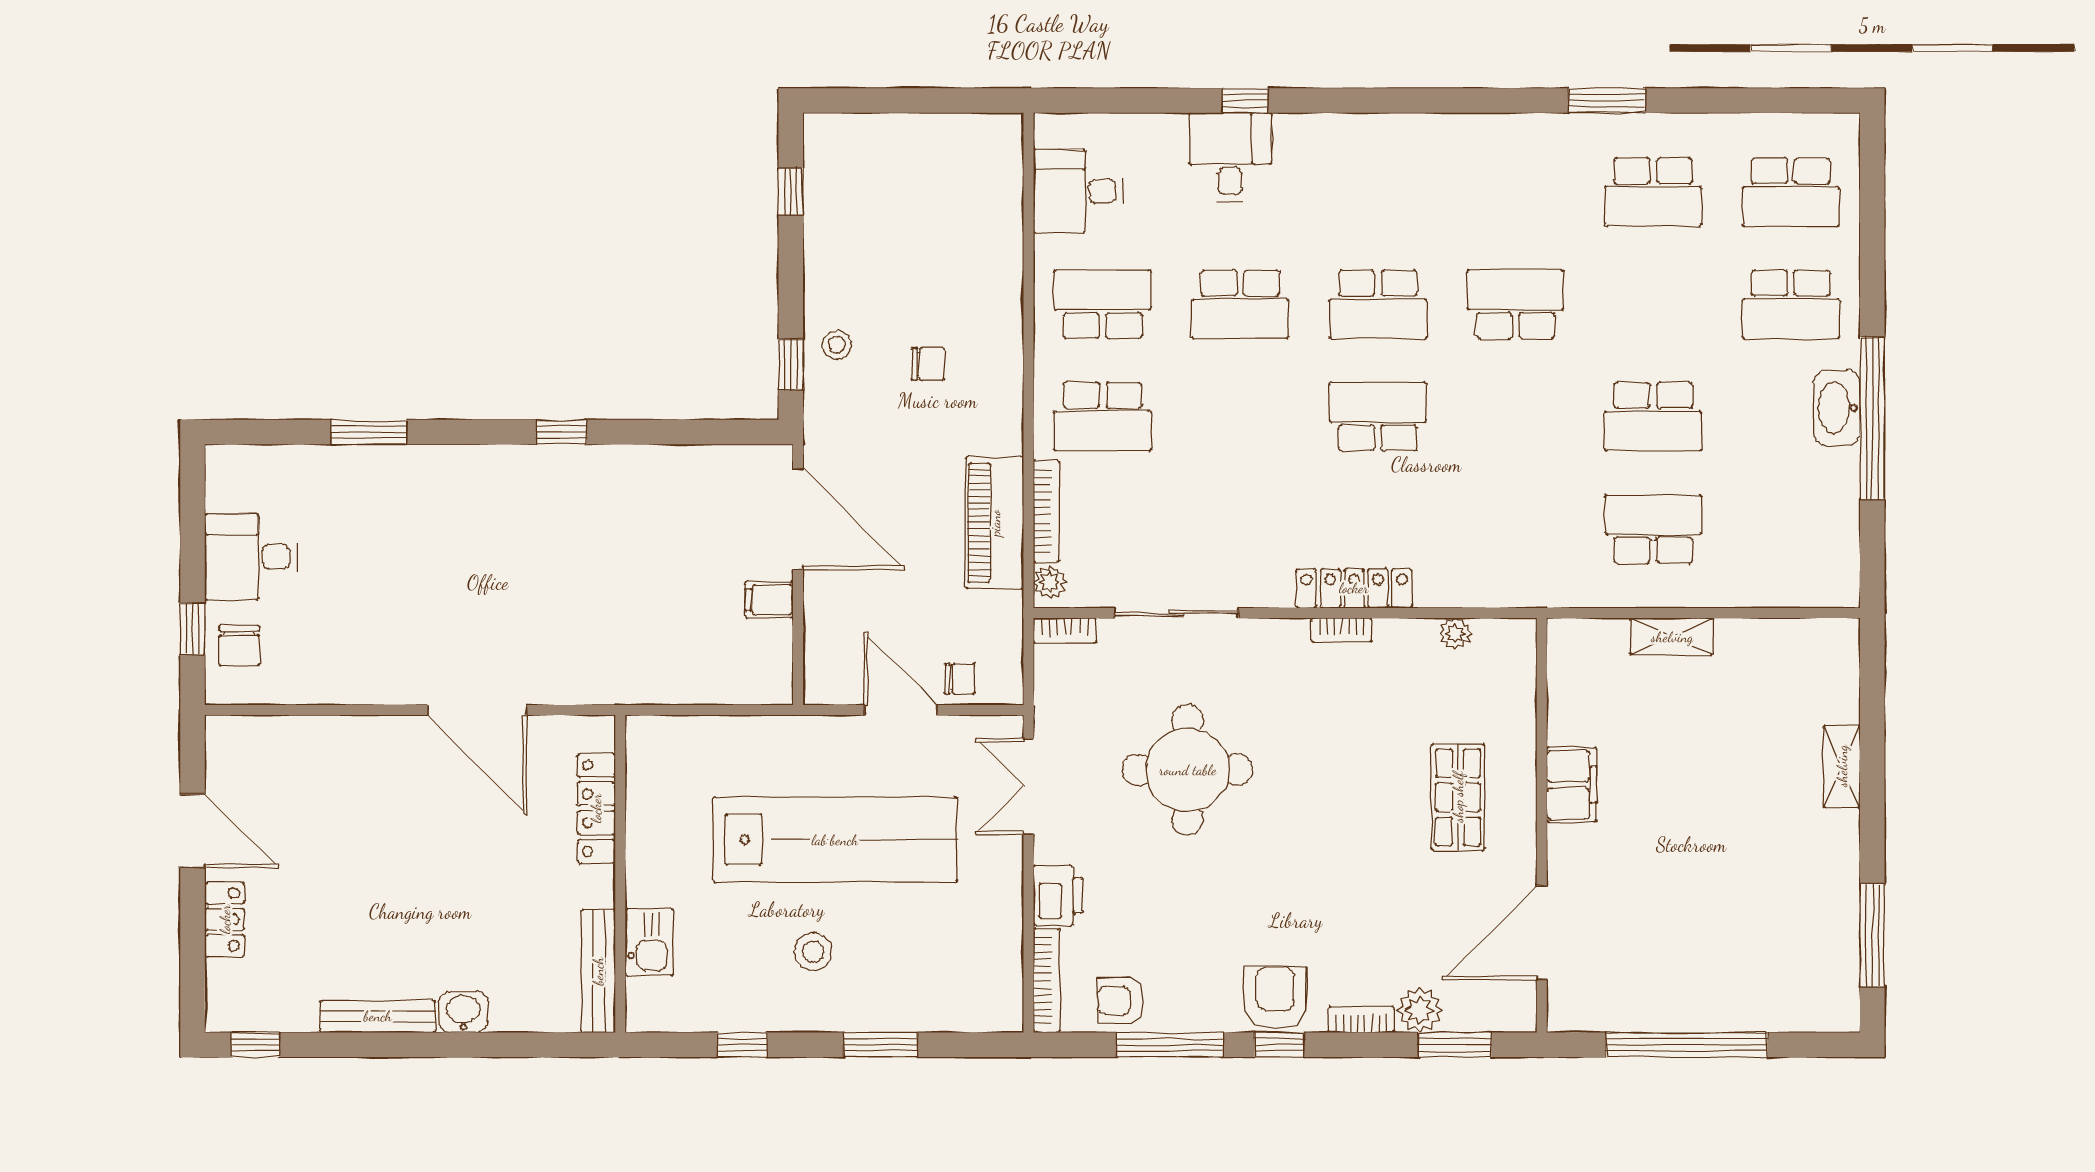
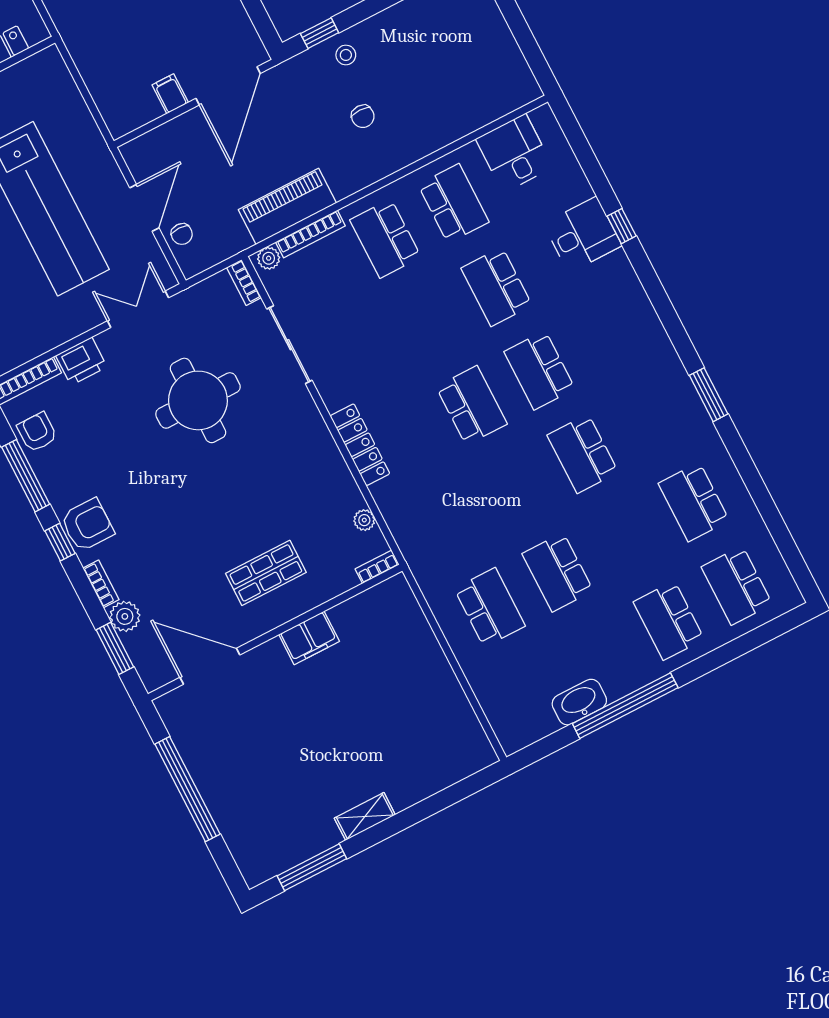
window: (1607, 101) -> (709, 395), moved
school desk: (1516, 304) -> (583, 454), turned 180
washbasin: (1837, 408) -> (579, 702), moved
bookcase: (1341, 630) -> (377, 567), moved, turned 90
shelving: (1672, 637) -> (430, 652), removed
shelving: (1842, 766) -> (365, 816), moved

